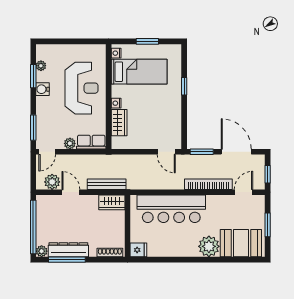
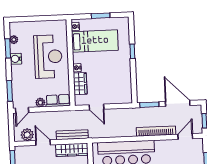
door: (166, 152) -> (96, 107), moved
wardrobe: (112, 202) -> (72, 150), width x1.50

